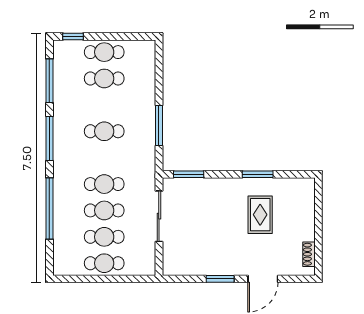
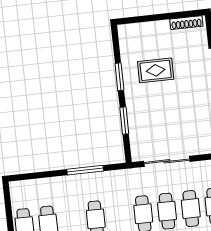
window: (189, 174) -> (124, 121), moved
shoe rack: (309, 254) -> (186, 23), width x1.43

